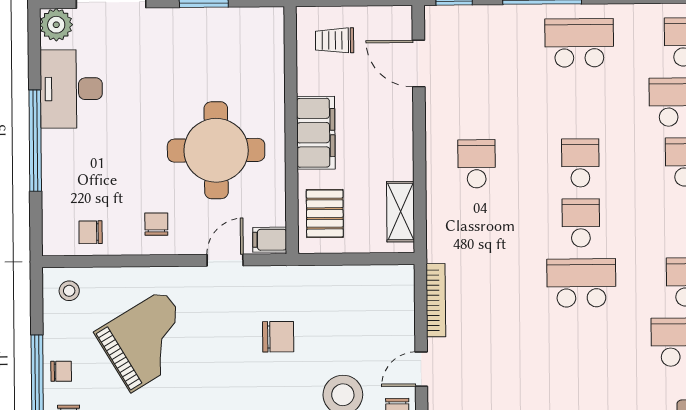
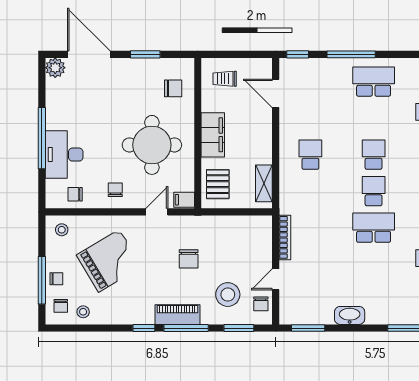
chair: (250, 57) -> (173, 88), added
desk: (71, 89) -> (64, 155), moved
chair: (278, 337) -> (189, 259), turned 90

